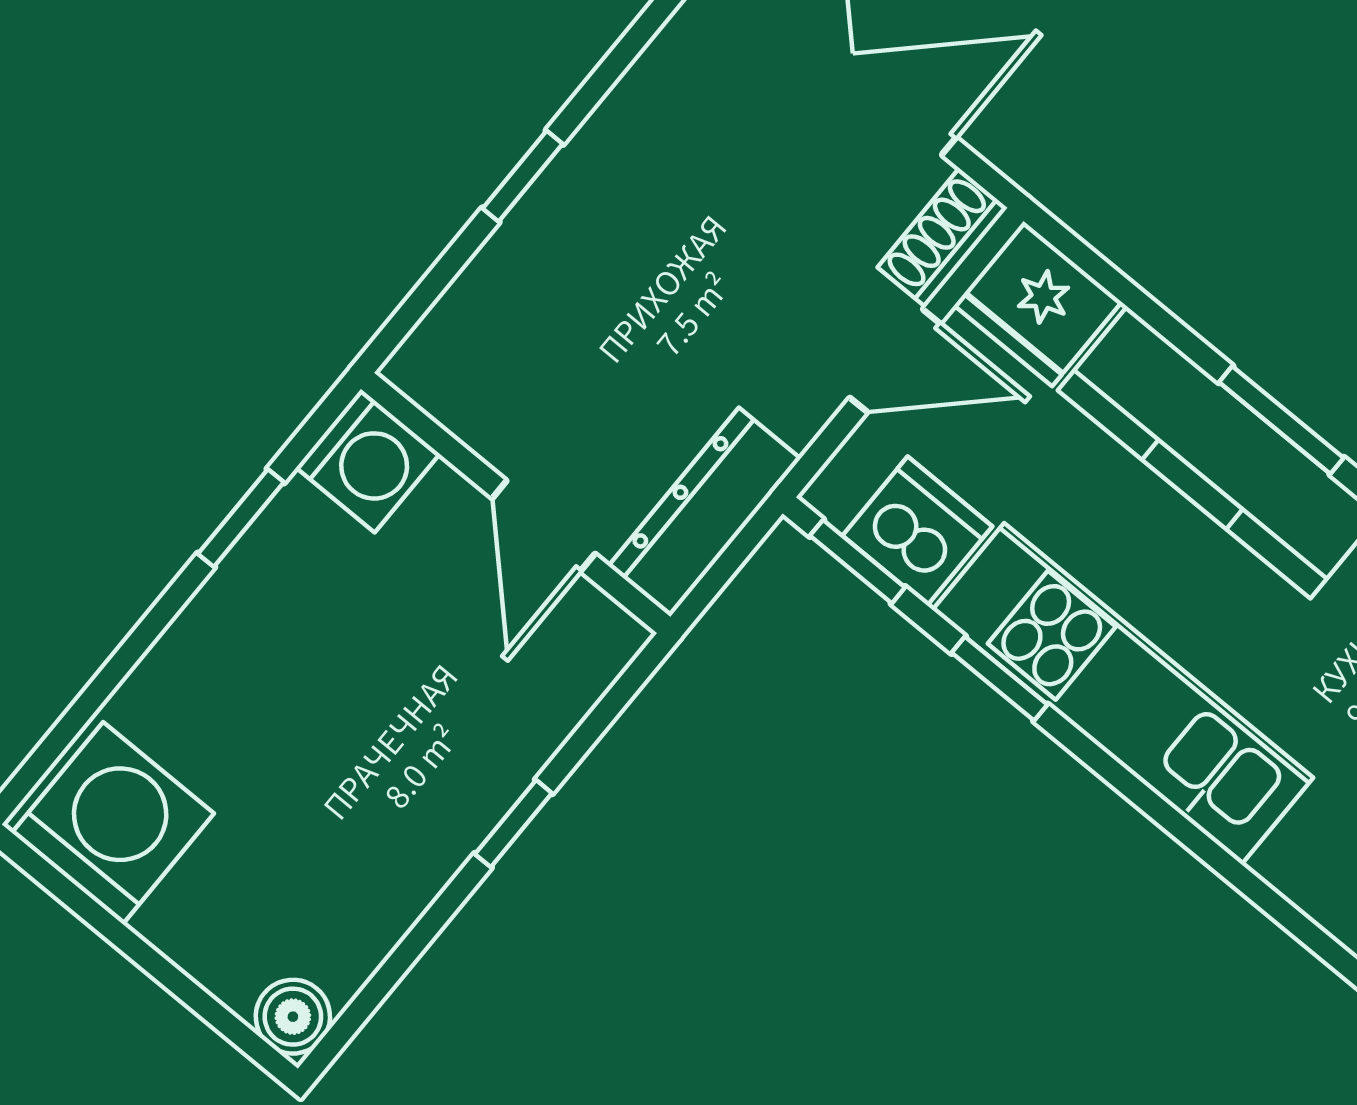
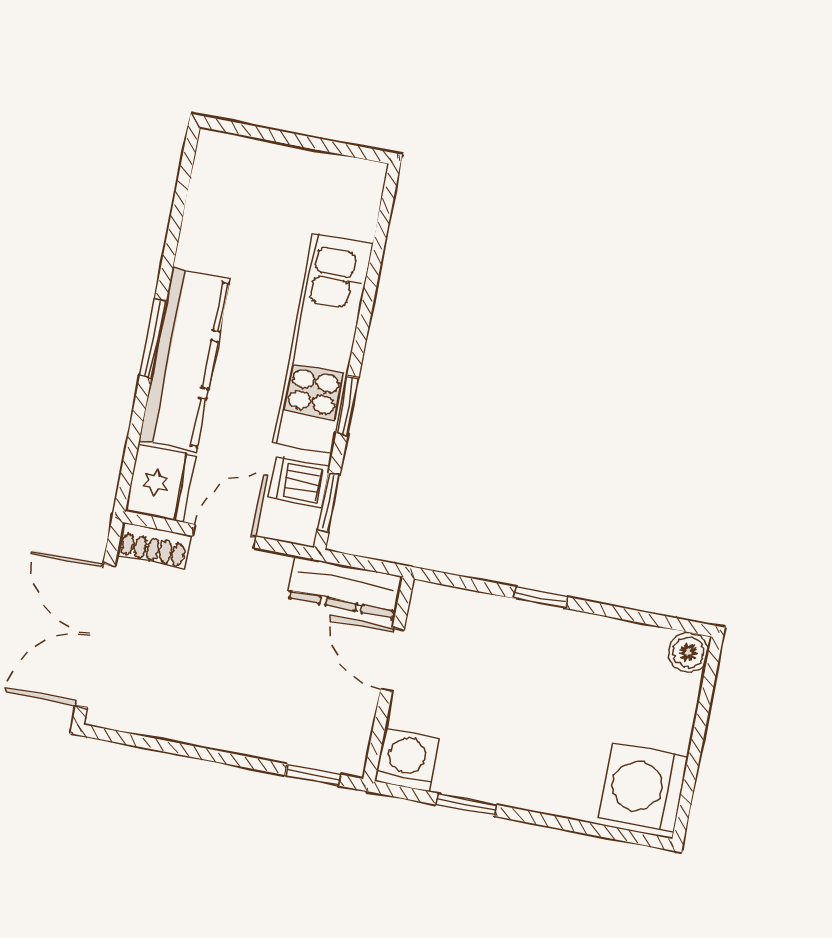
window: (523, 176) -> (313, 775), moved
door: (895, 361) -> (224, 536), hinge flipped
door: (544, 526) -> (392, 660), swing flipped
dishwasher: (917, 531) -> (299, 482), width x0.73

